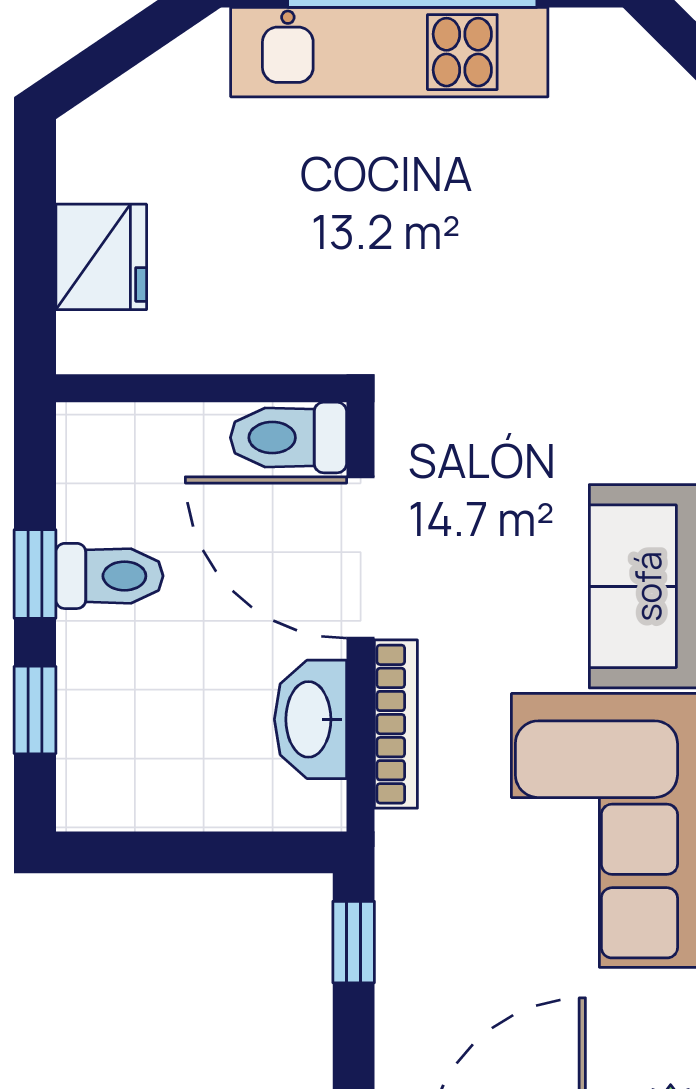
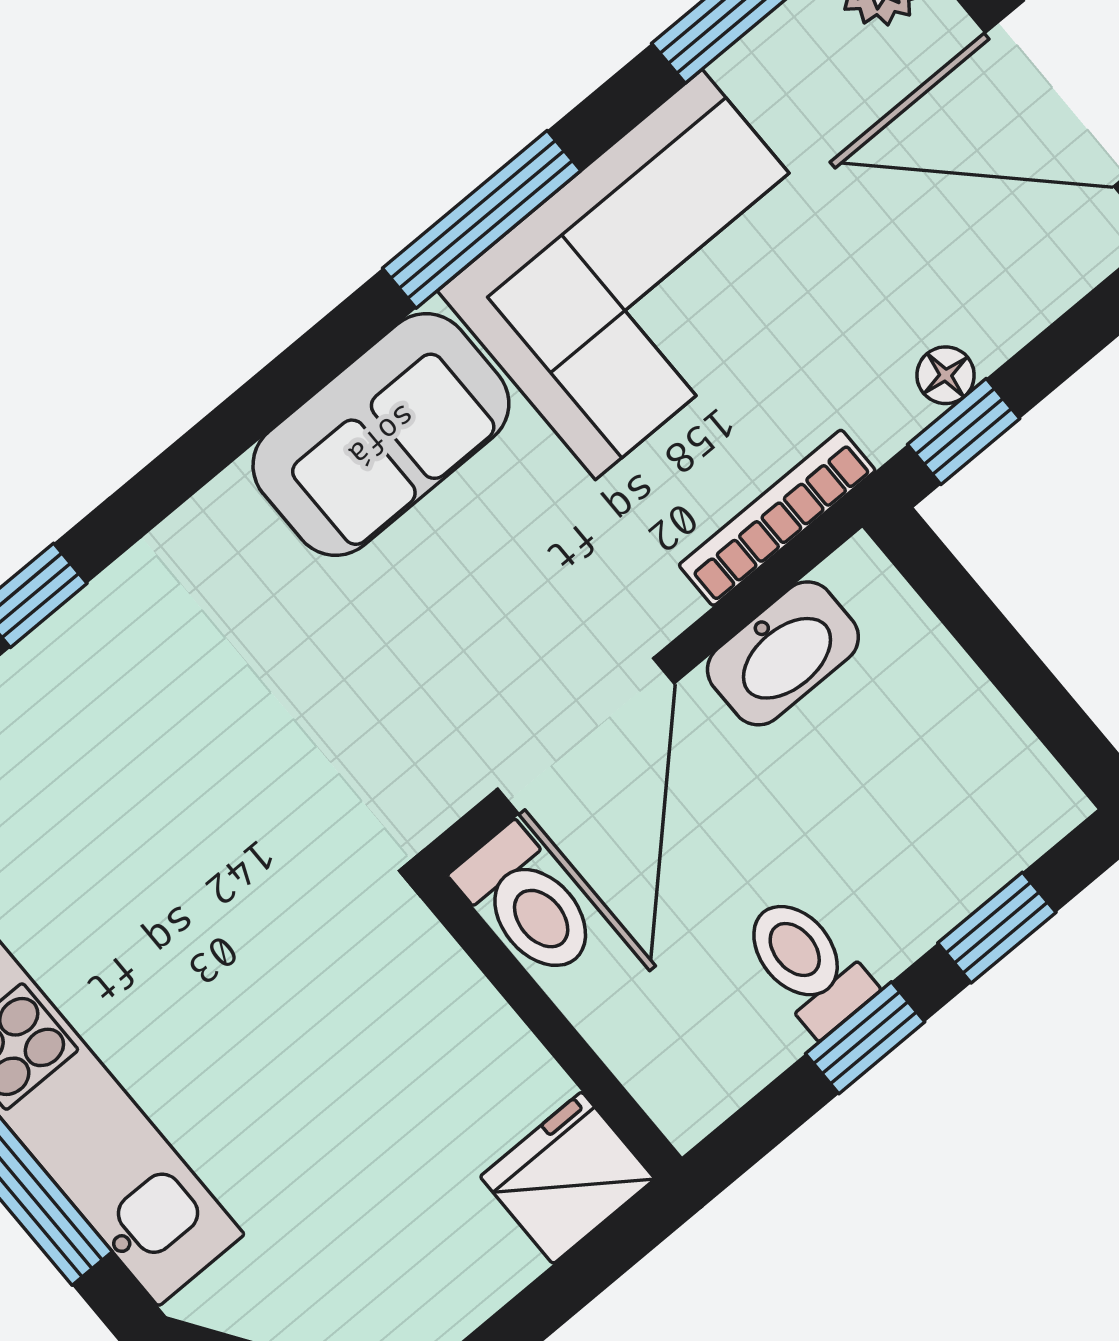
fridge: (101, 257) -> (567, 1178), moved
bookcase: (396, 724) -> (777, 518), moved
floor lamp: (397, 960) -> (946, 375), added

